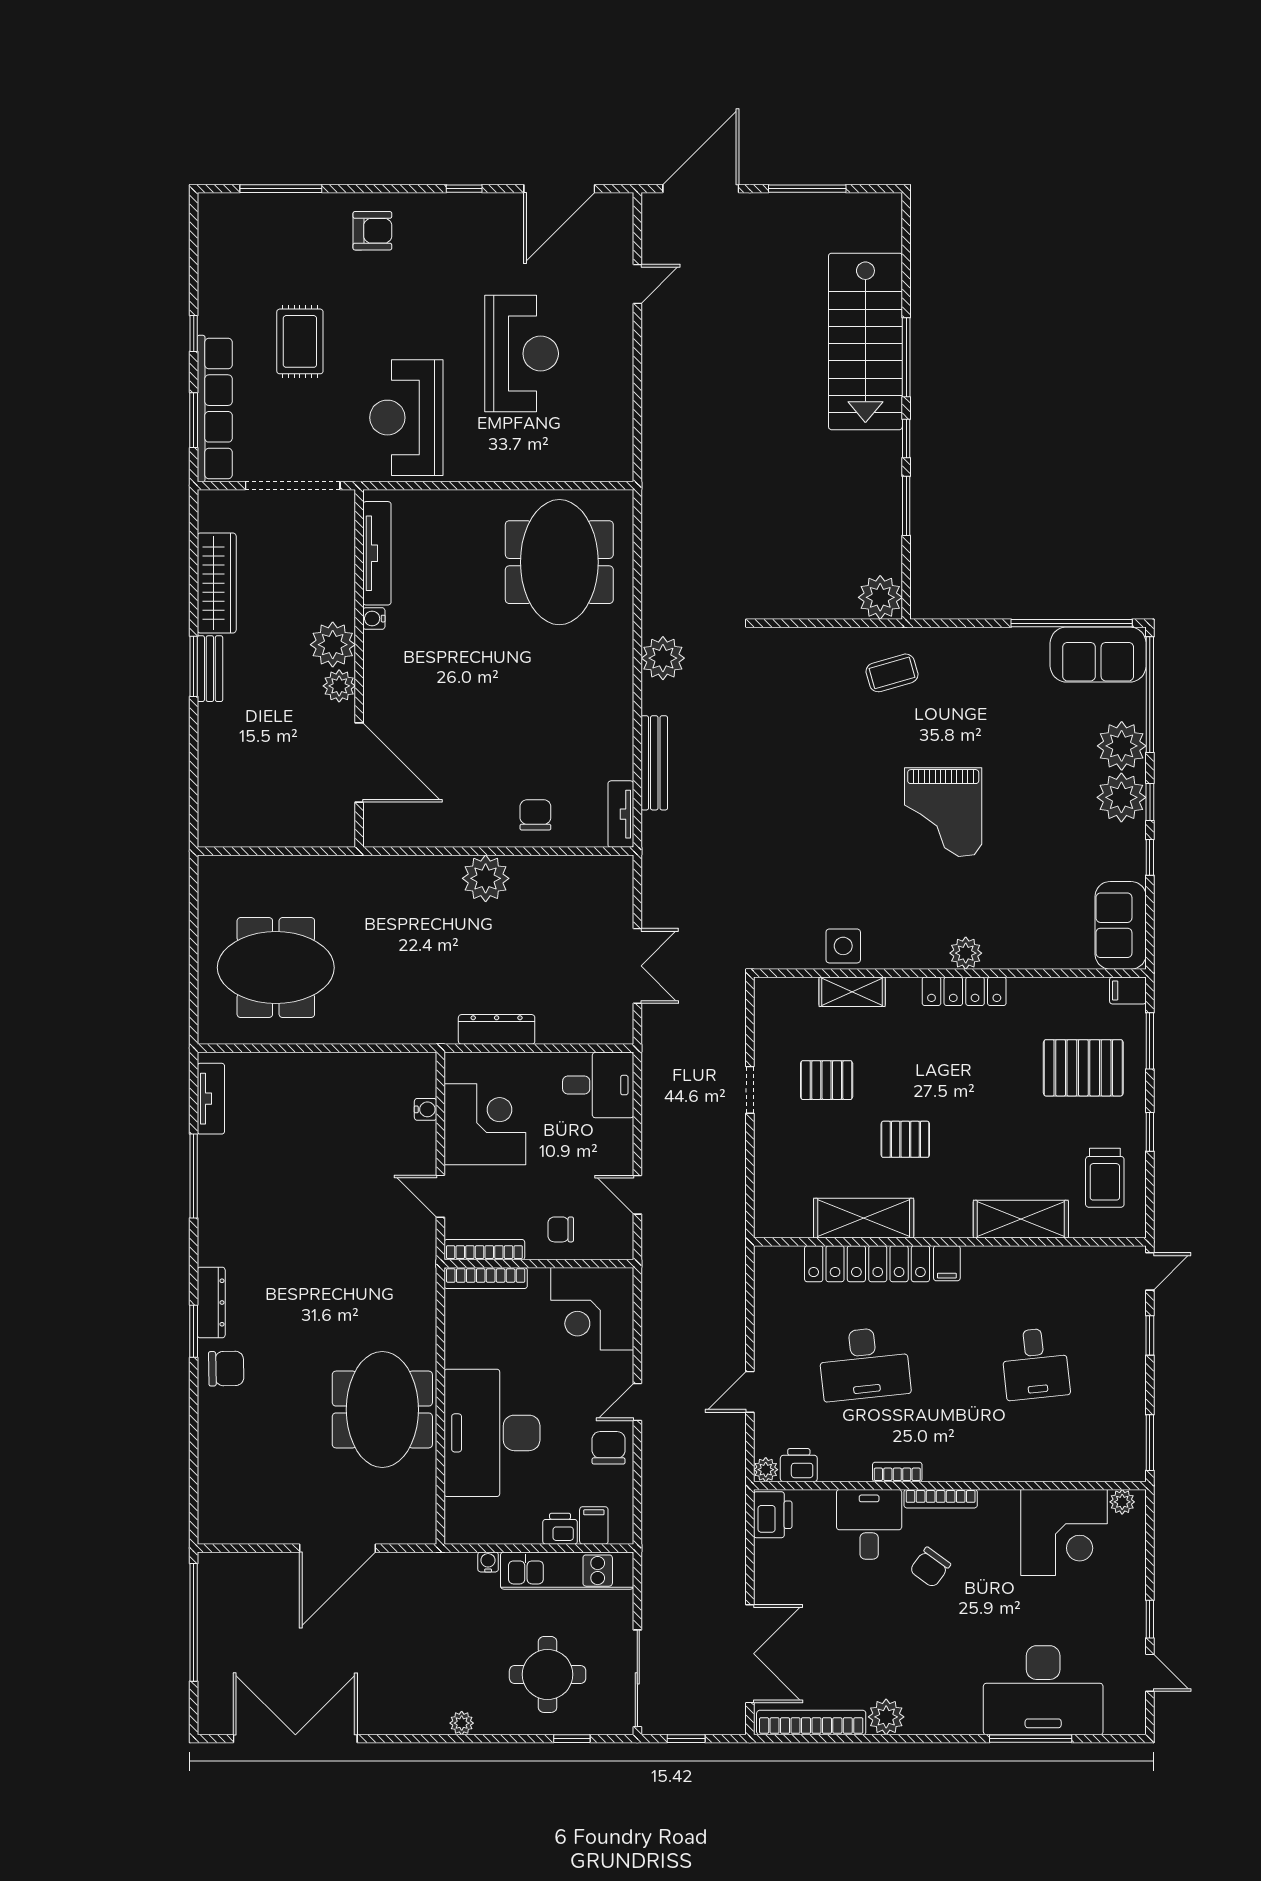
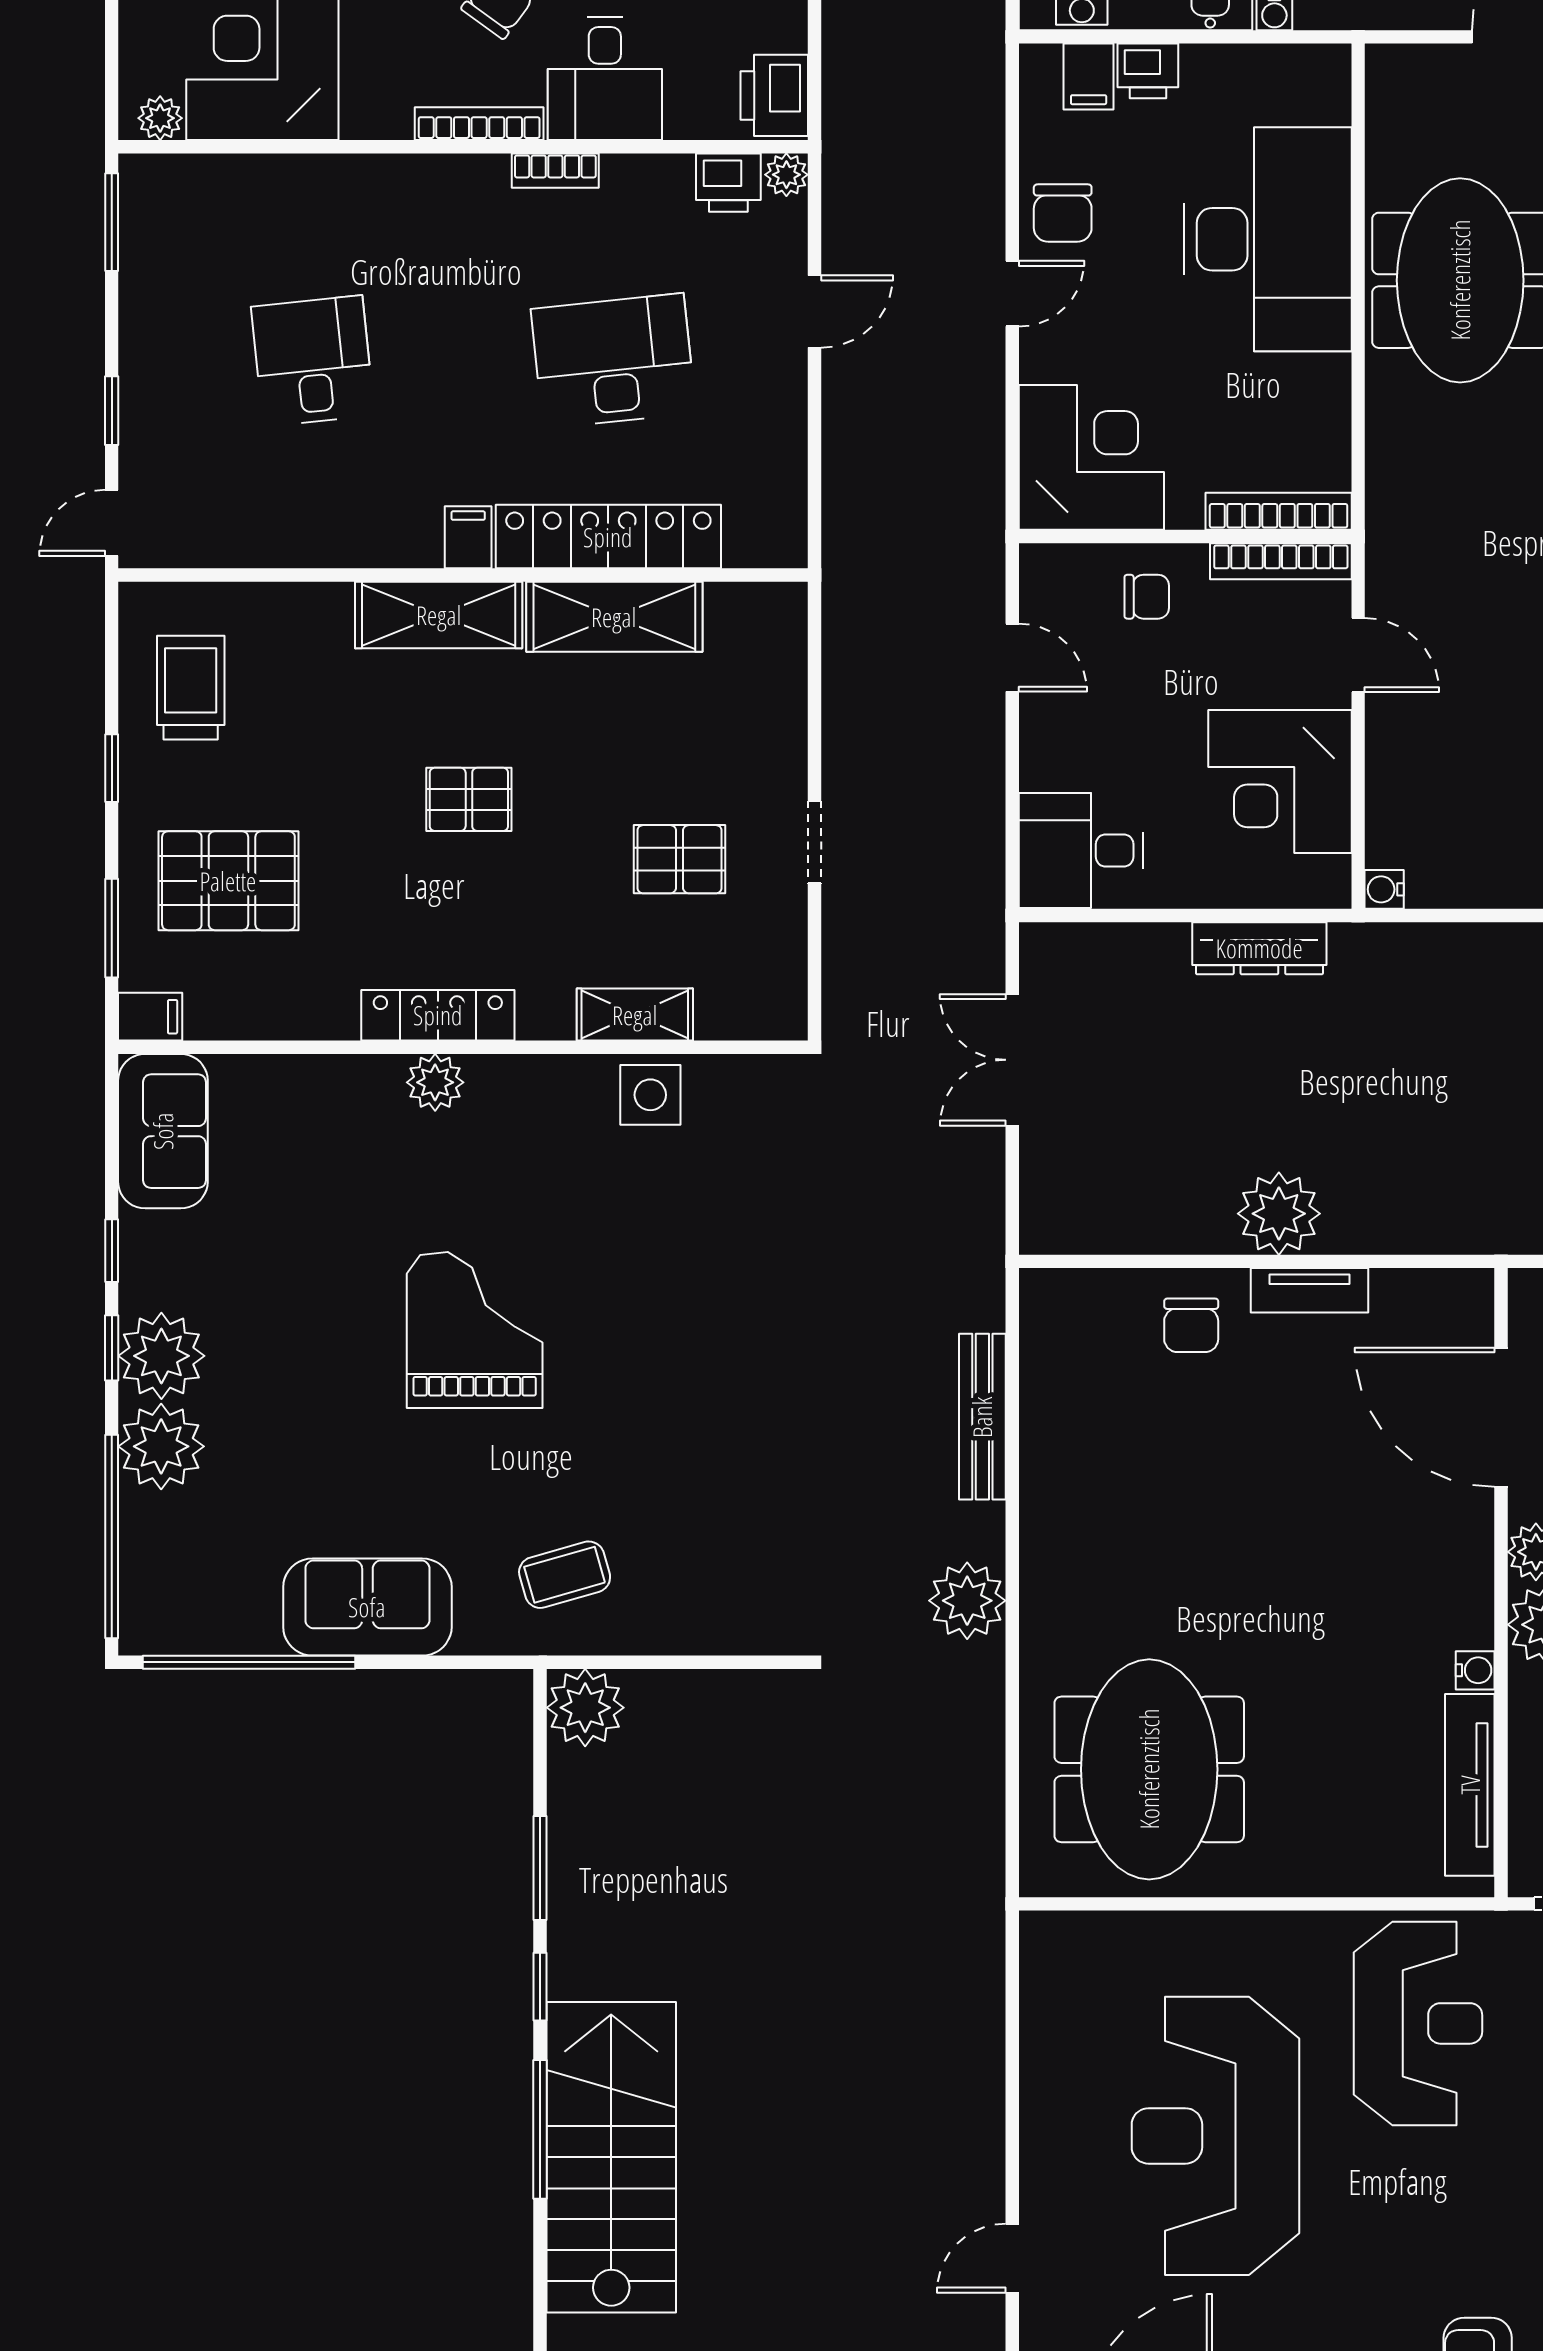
reception desk: (522, 354) -> (1215, 2136), width x1.36, depth x1.30
sofa: (1098, 655) -> (367, 1607), moved
tv unit: (621, 814) -> (1309, 1290), moved, turned 90
water cooler: (426, 1109) -> (1384, 889), moved
pallet: (905, 1139) -> (469, 799), moved
shelving: (1021, 1219) -> (439, 615), moved

